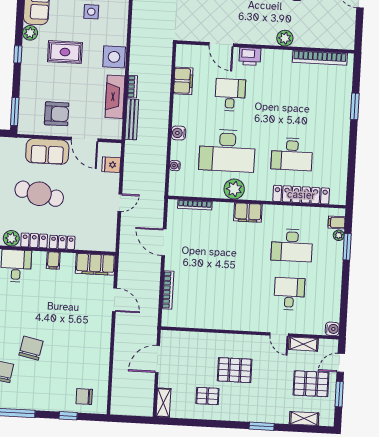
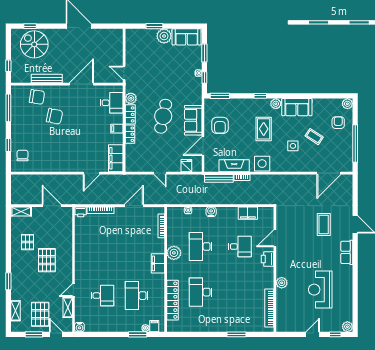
desk: (227, 151) -> (201, 247), width x0.73, depth x0.77
printer: (169, 318) -> (81, 212), added

